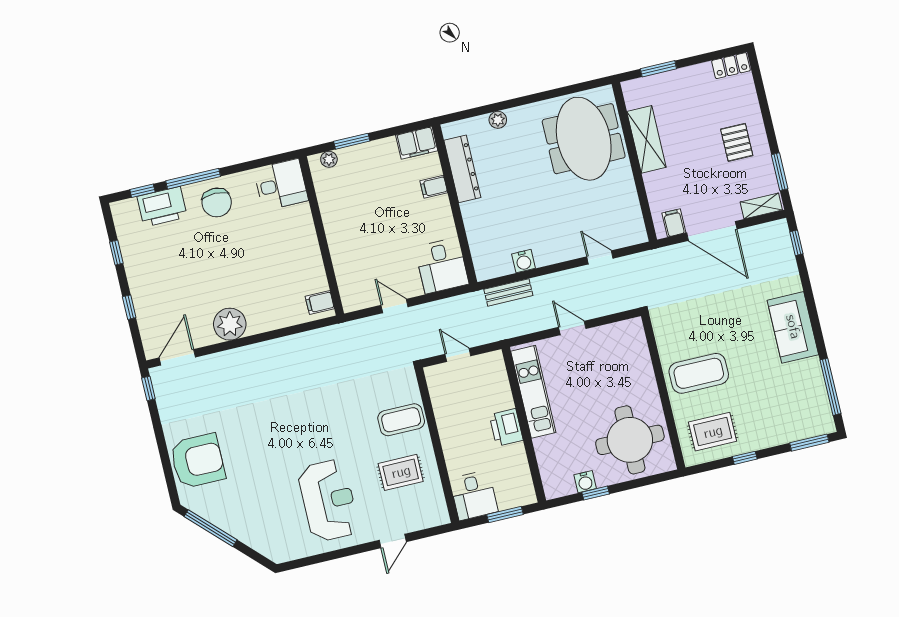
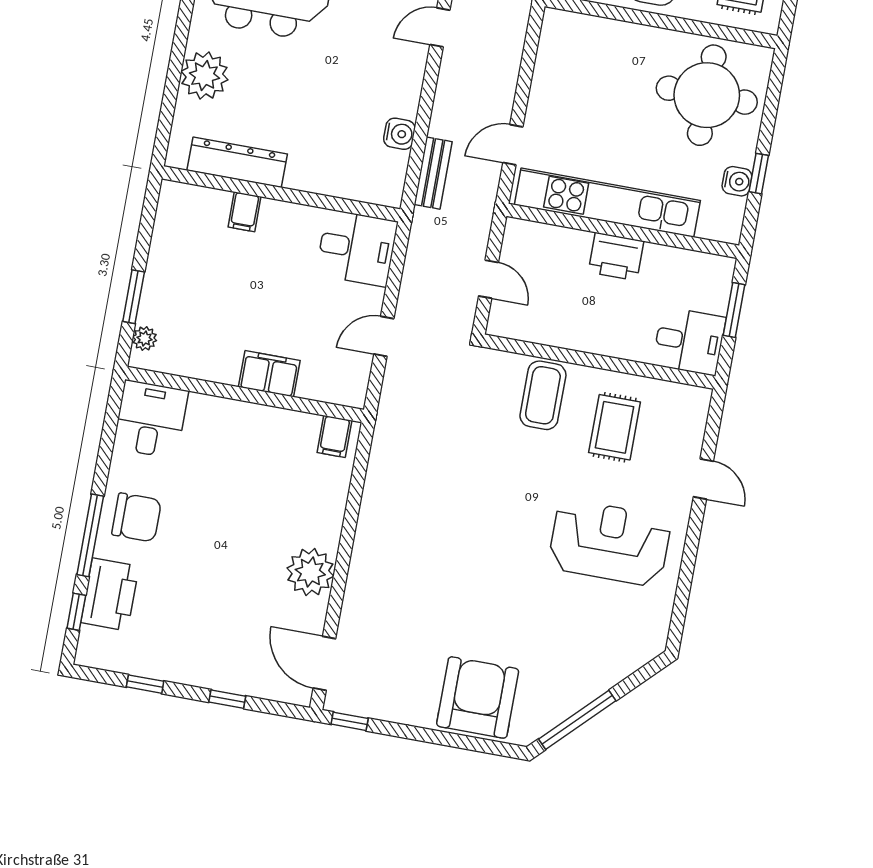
plant: (498, 120) -> (204, 76), width x1.87, depth x1.87
filing cabinet: (417, 143) -> (269, 374), moved, turned -90
door: (572, 328) -> (513, 145), moved
door: (458, 355) -> (488, 279), swing flipped
kitchen unit: (533, 392) -> (607, 203), width x1.36

